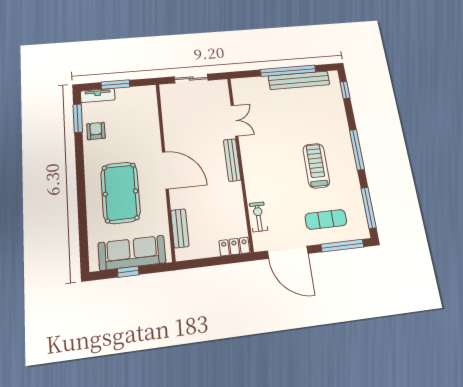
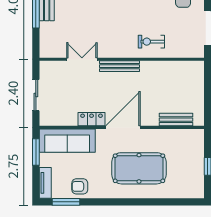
window: (115, 85) -> (36, 152), moved
exercise bike: (258, 217) -> (151, 42), moved
locker: (234, 247) -> (92, 119), moved, turned 90
sofa: (132, 253) -> (67, 141), moved, turned -90

